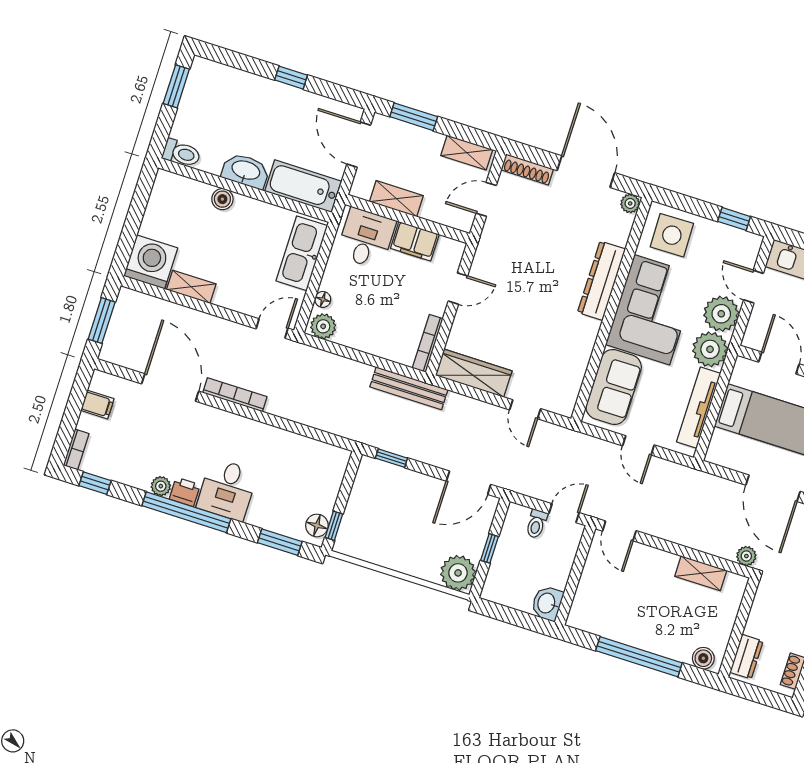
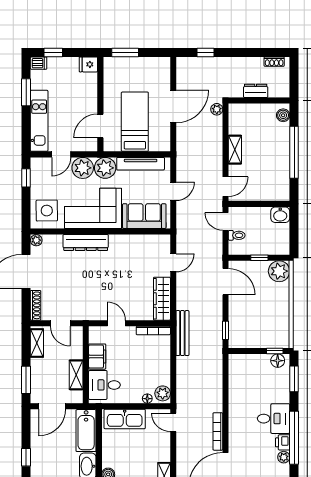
shelving: (701, 573) -> (235, 150), moved
dresser: (747, 657) -> (256, 91), moved

